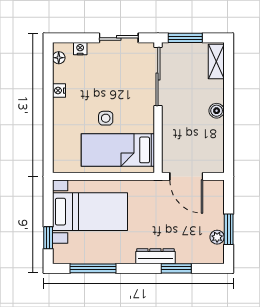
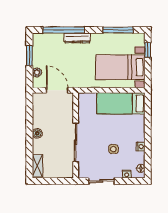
window: (185, 38) -> (58, 181), removed
sliding door: (158, 76) -> (76, 142), moved
side table: (106, 118) -> (113, 149), moved
bed: (118, 150) -> (121, 103), moved, turned 180
plant: (217, 237) -> (37, 72), moved
window: (176, 268) -> (64, 30), width x2.11

